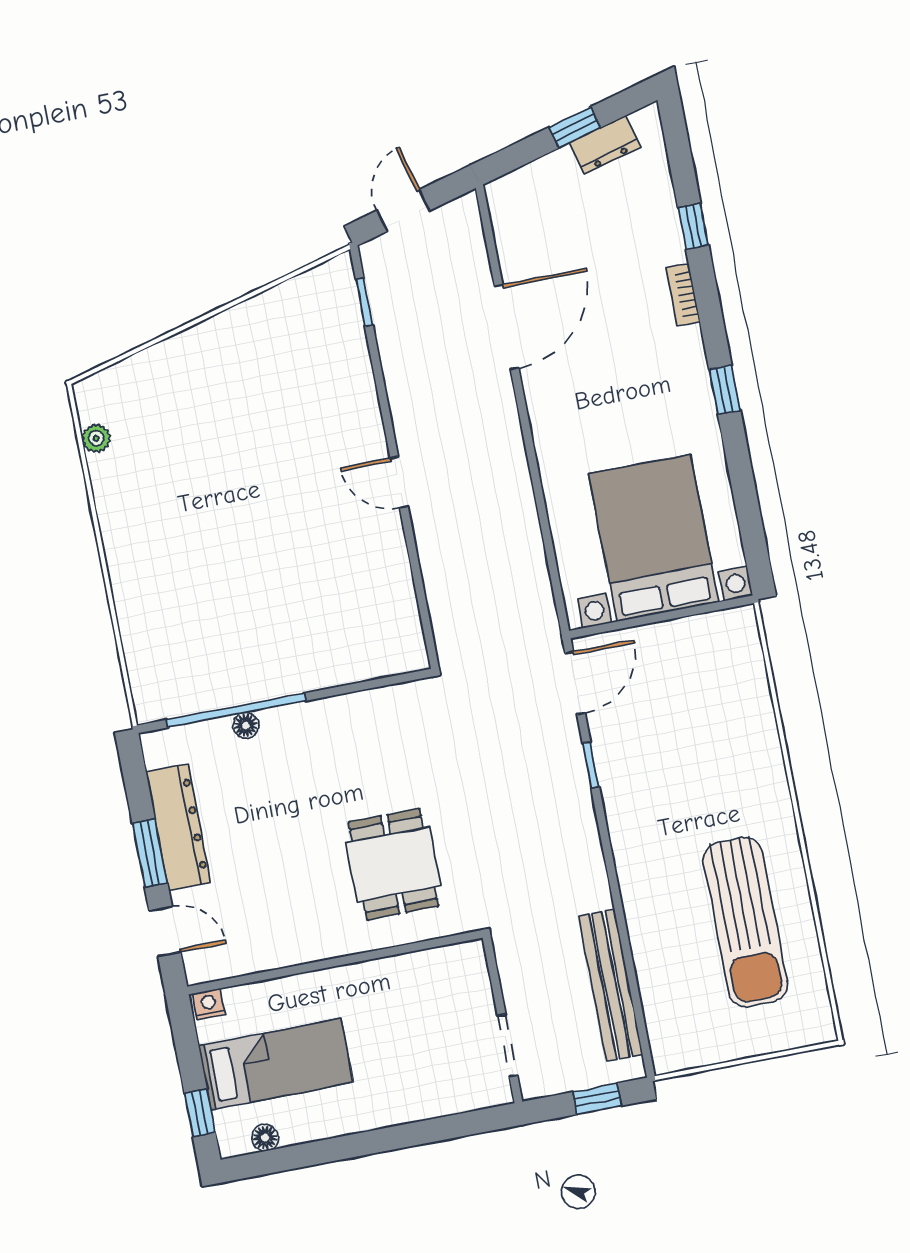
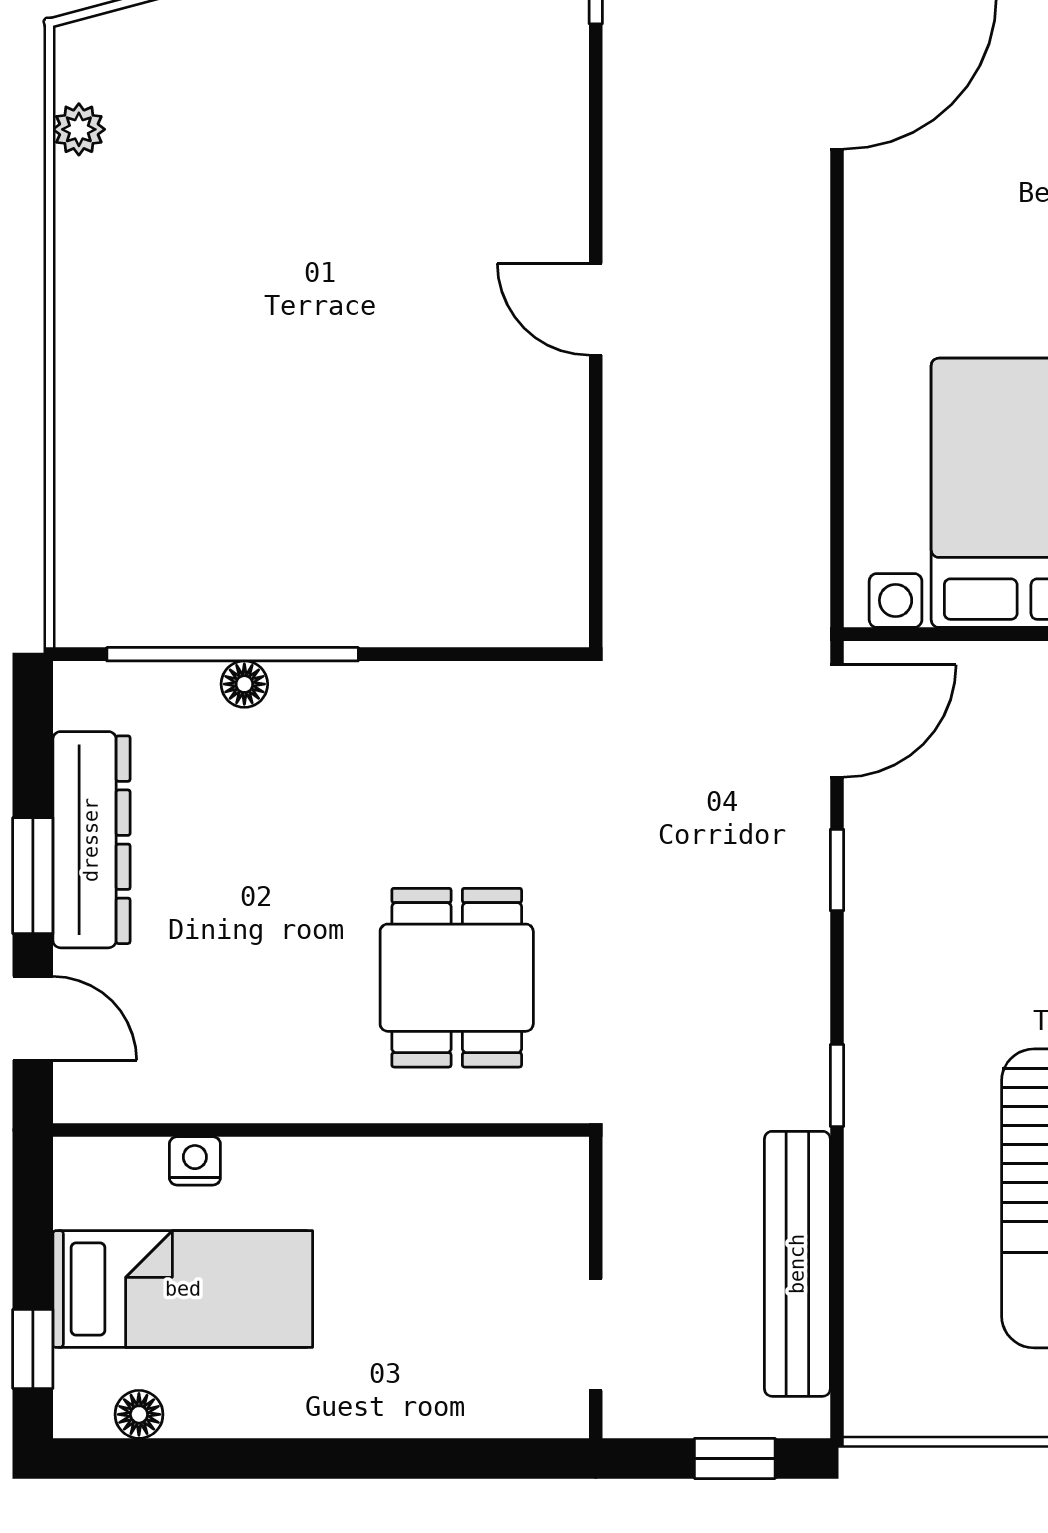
window: (614, 883) -> (837, 1085), added
nightstand: (209, 1004) -> (195, 1161), moved

